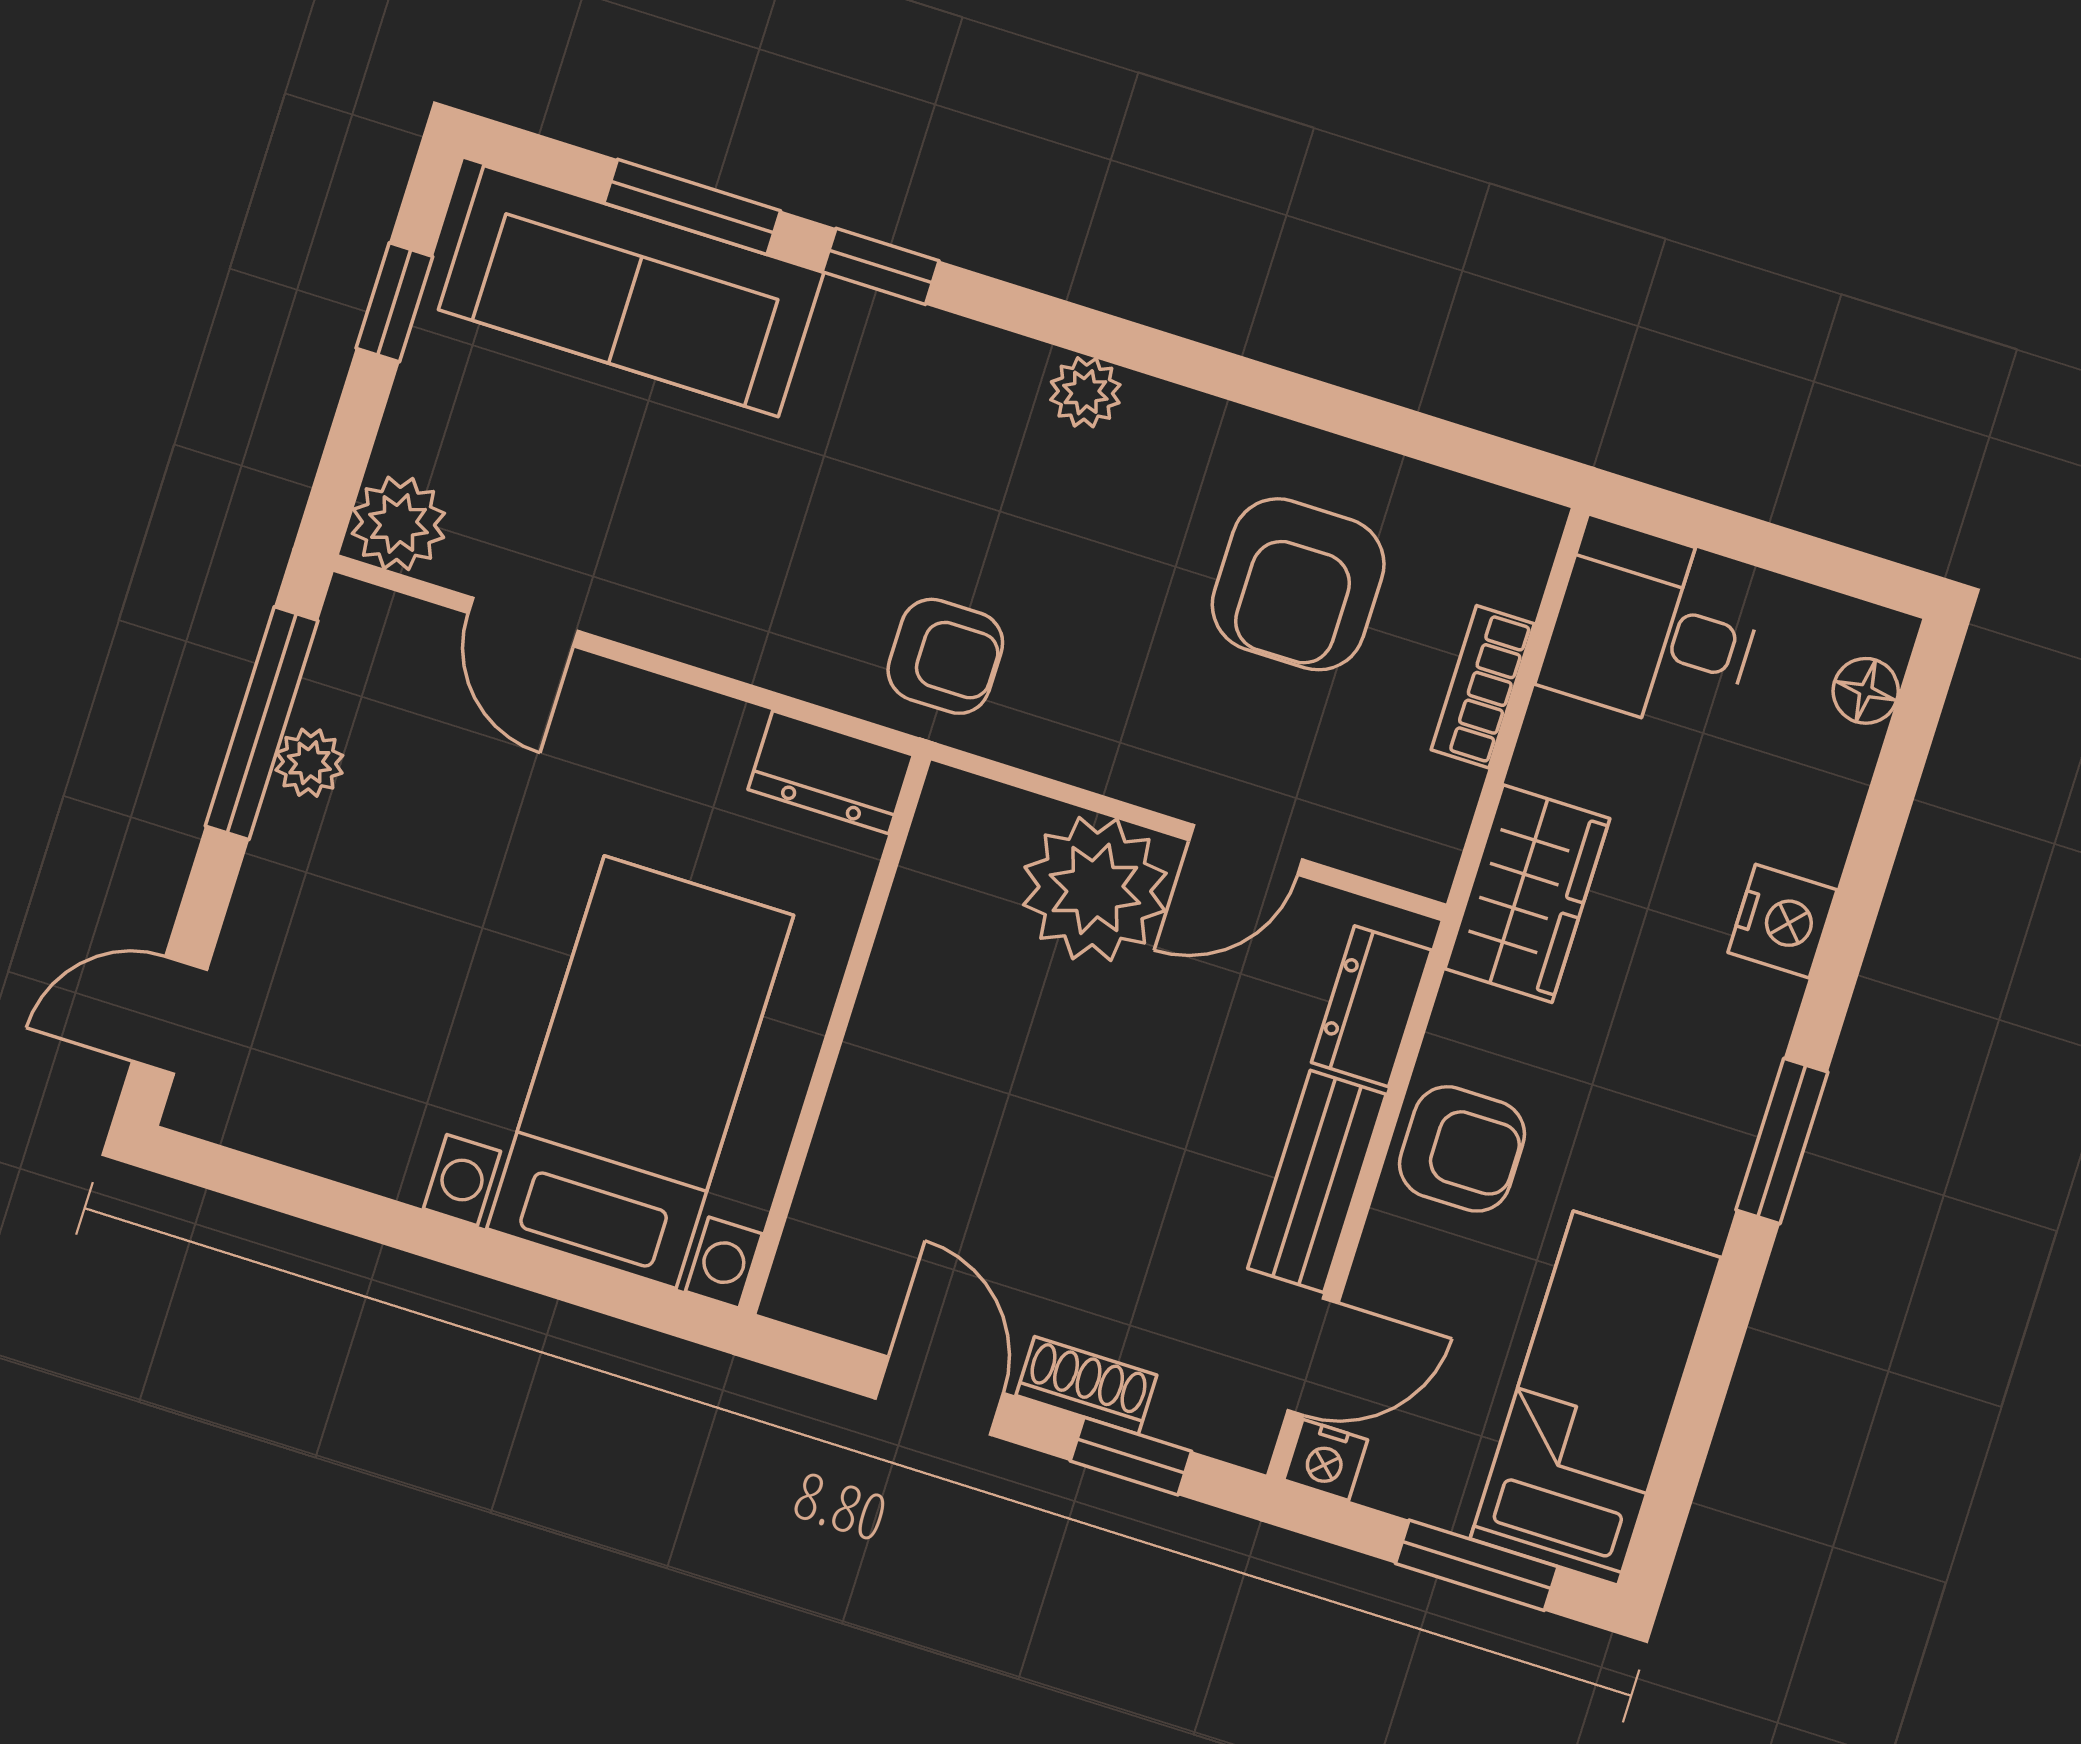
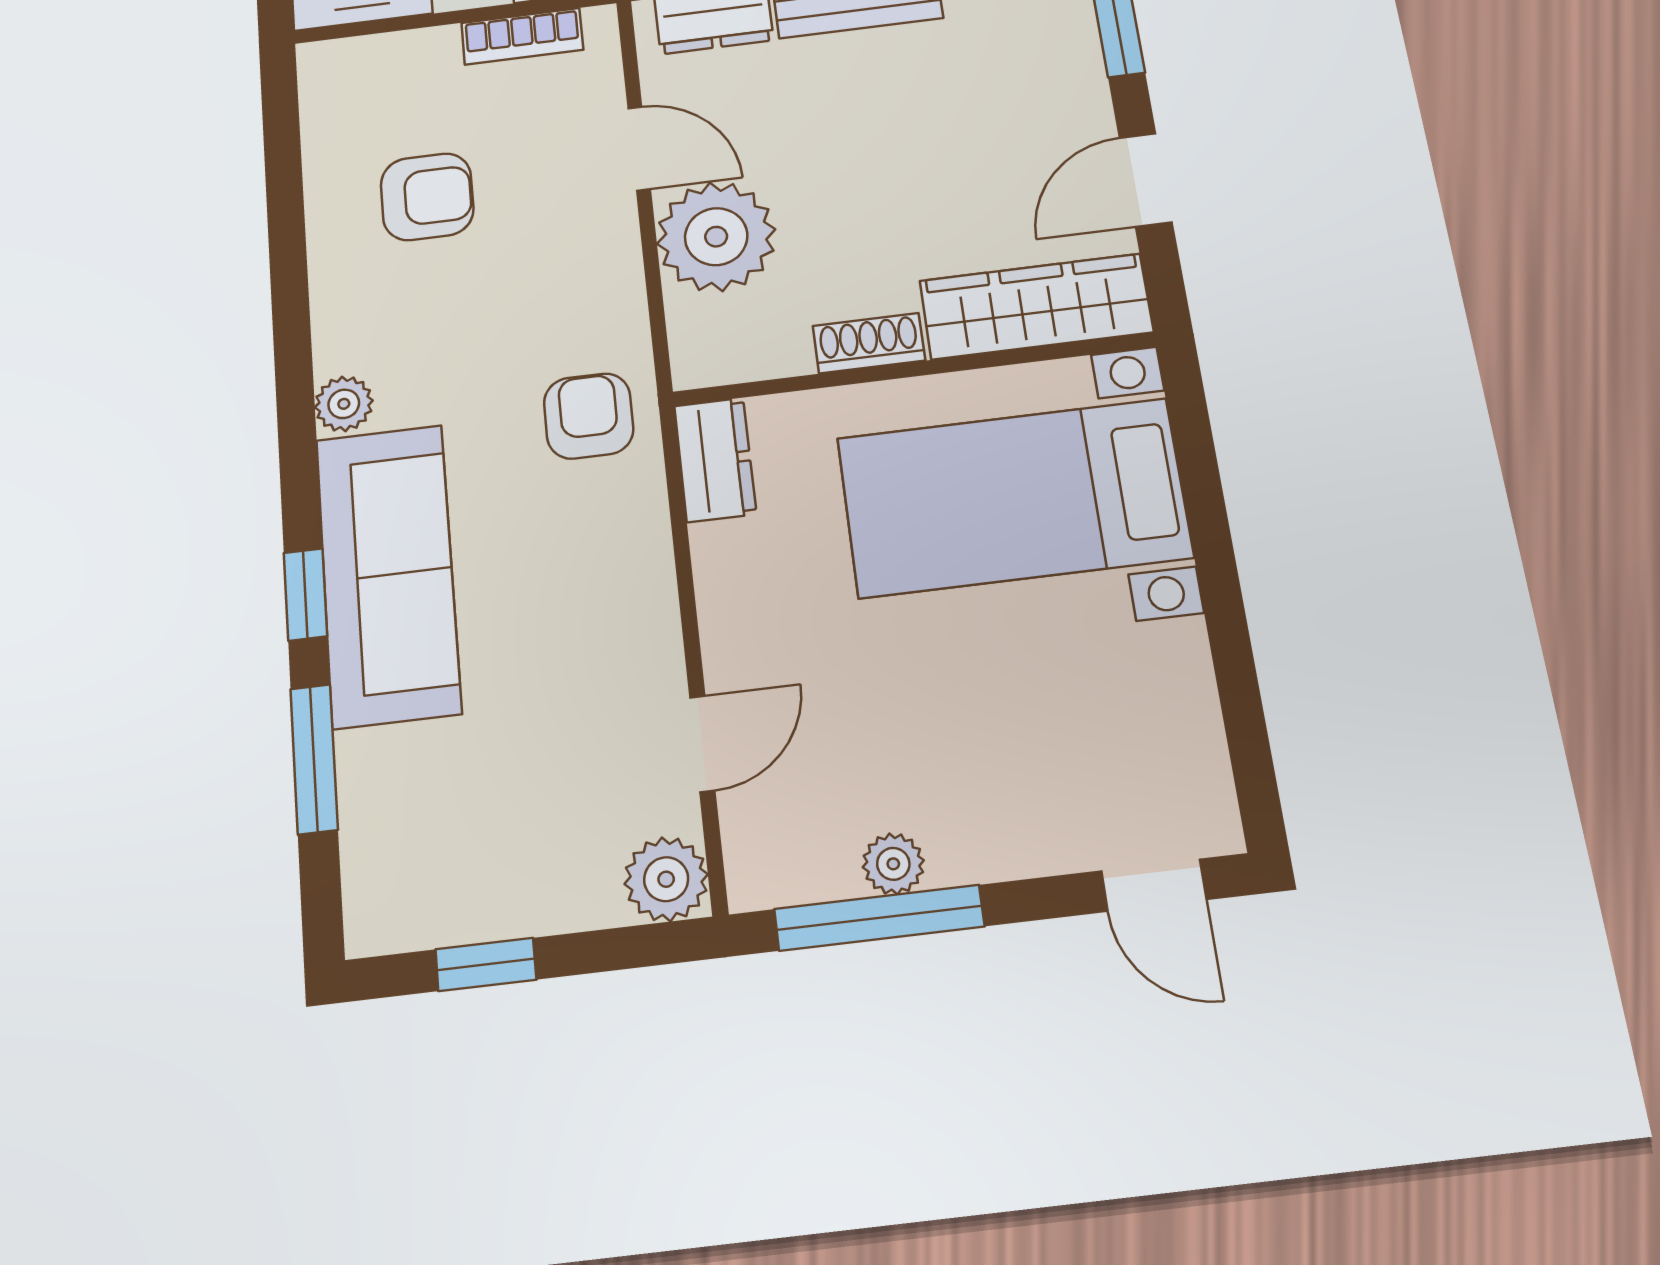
sofa: (631, 291) -> (388, 575), moved
armchair: (1298, 584) -> (427, 197), width x0.72, depth x0.72
bookcase: (1483, 687) -> (522, 36), moved
wardrobe: (846, 1202) -> (1036, 306), added
shoe rack: (1086, 1385) -> (869, 343), moved, turned 90

